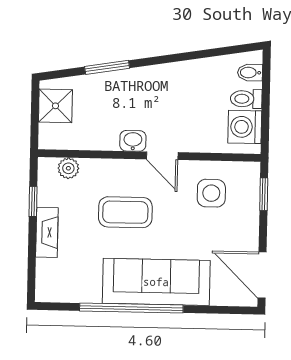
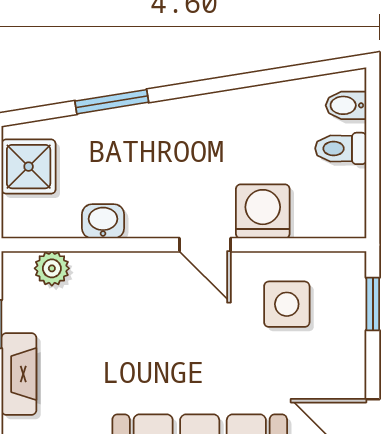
washing machine: (245, 127) -> (263, 211), moved, turned 90
washbasin: (133, 141) -> (103, 221), moved
coffee table: (125, 212) -> (147, 338), removed

